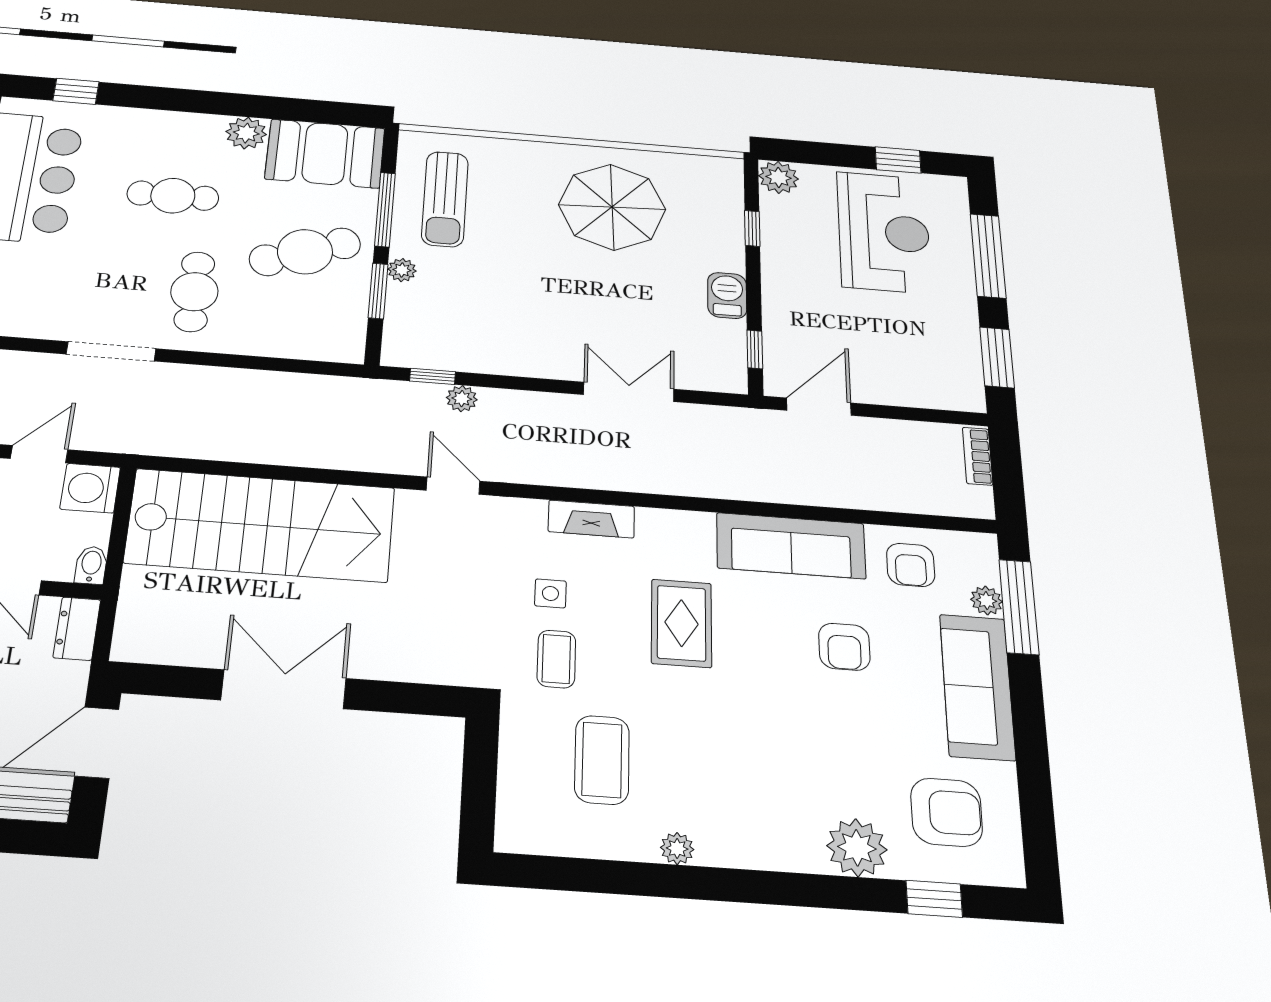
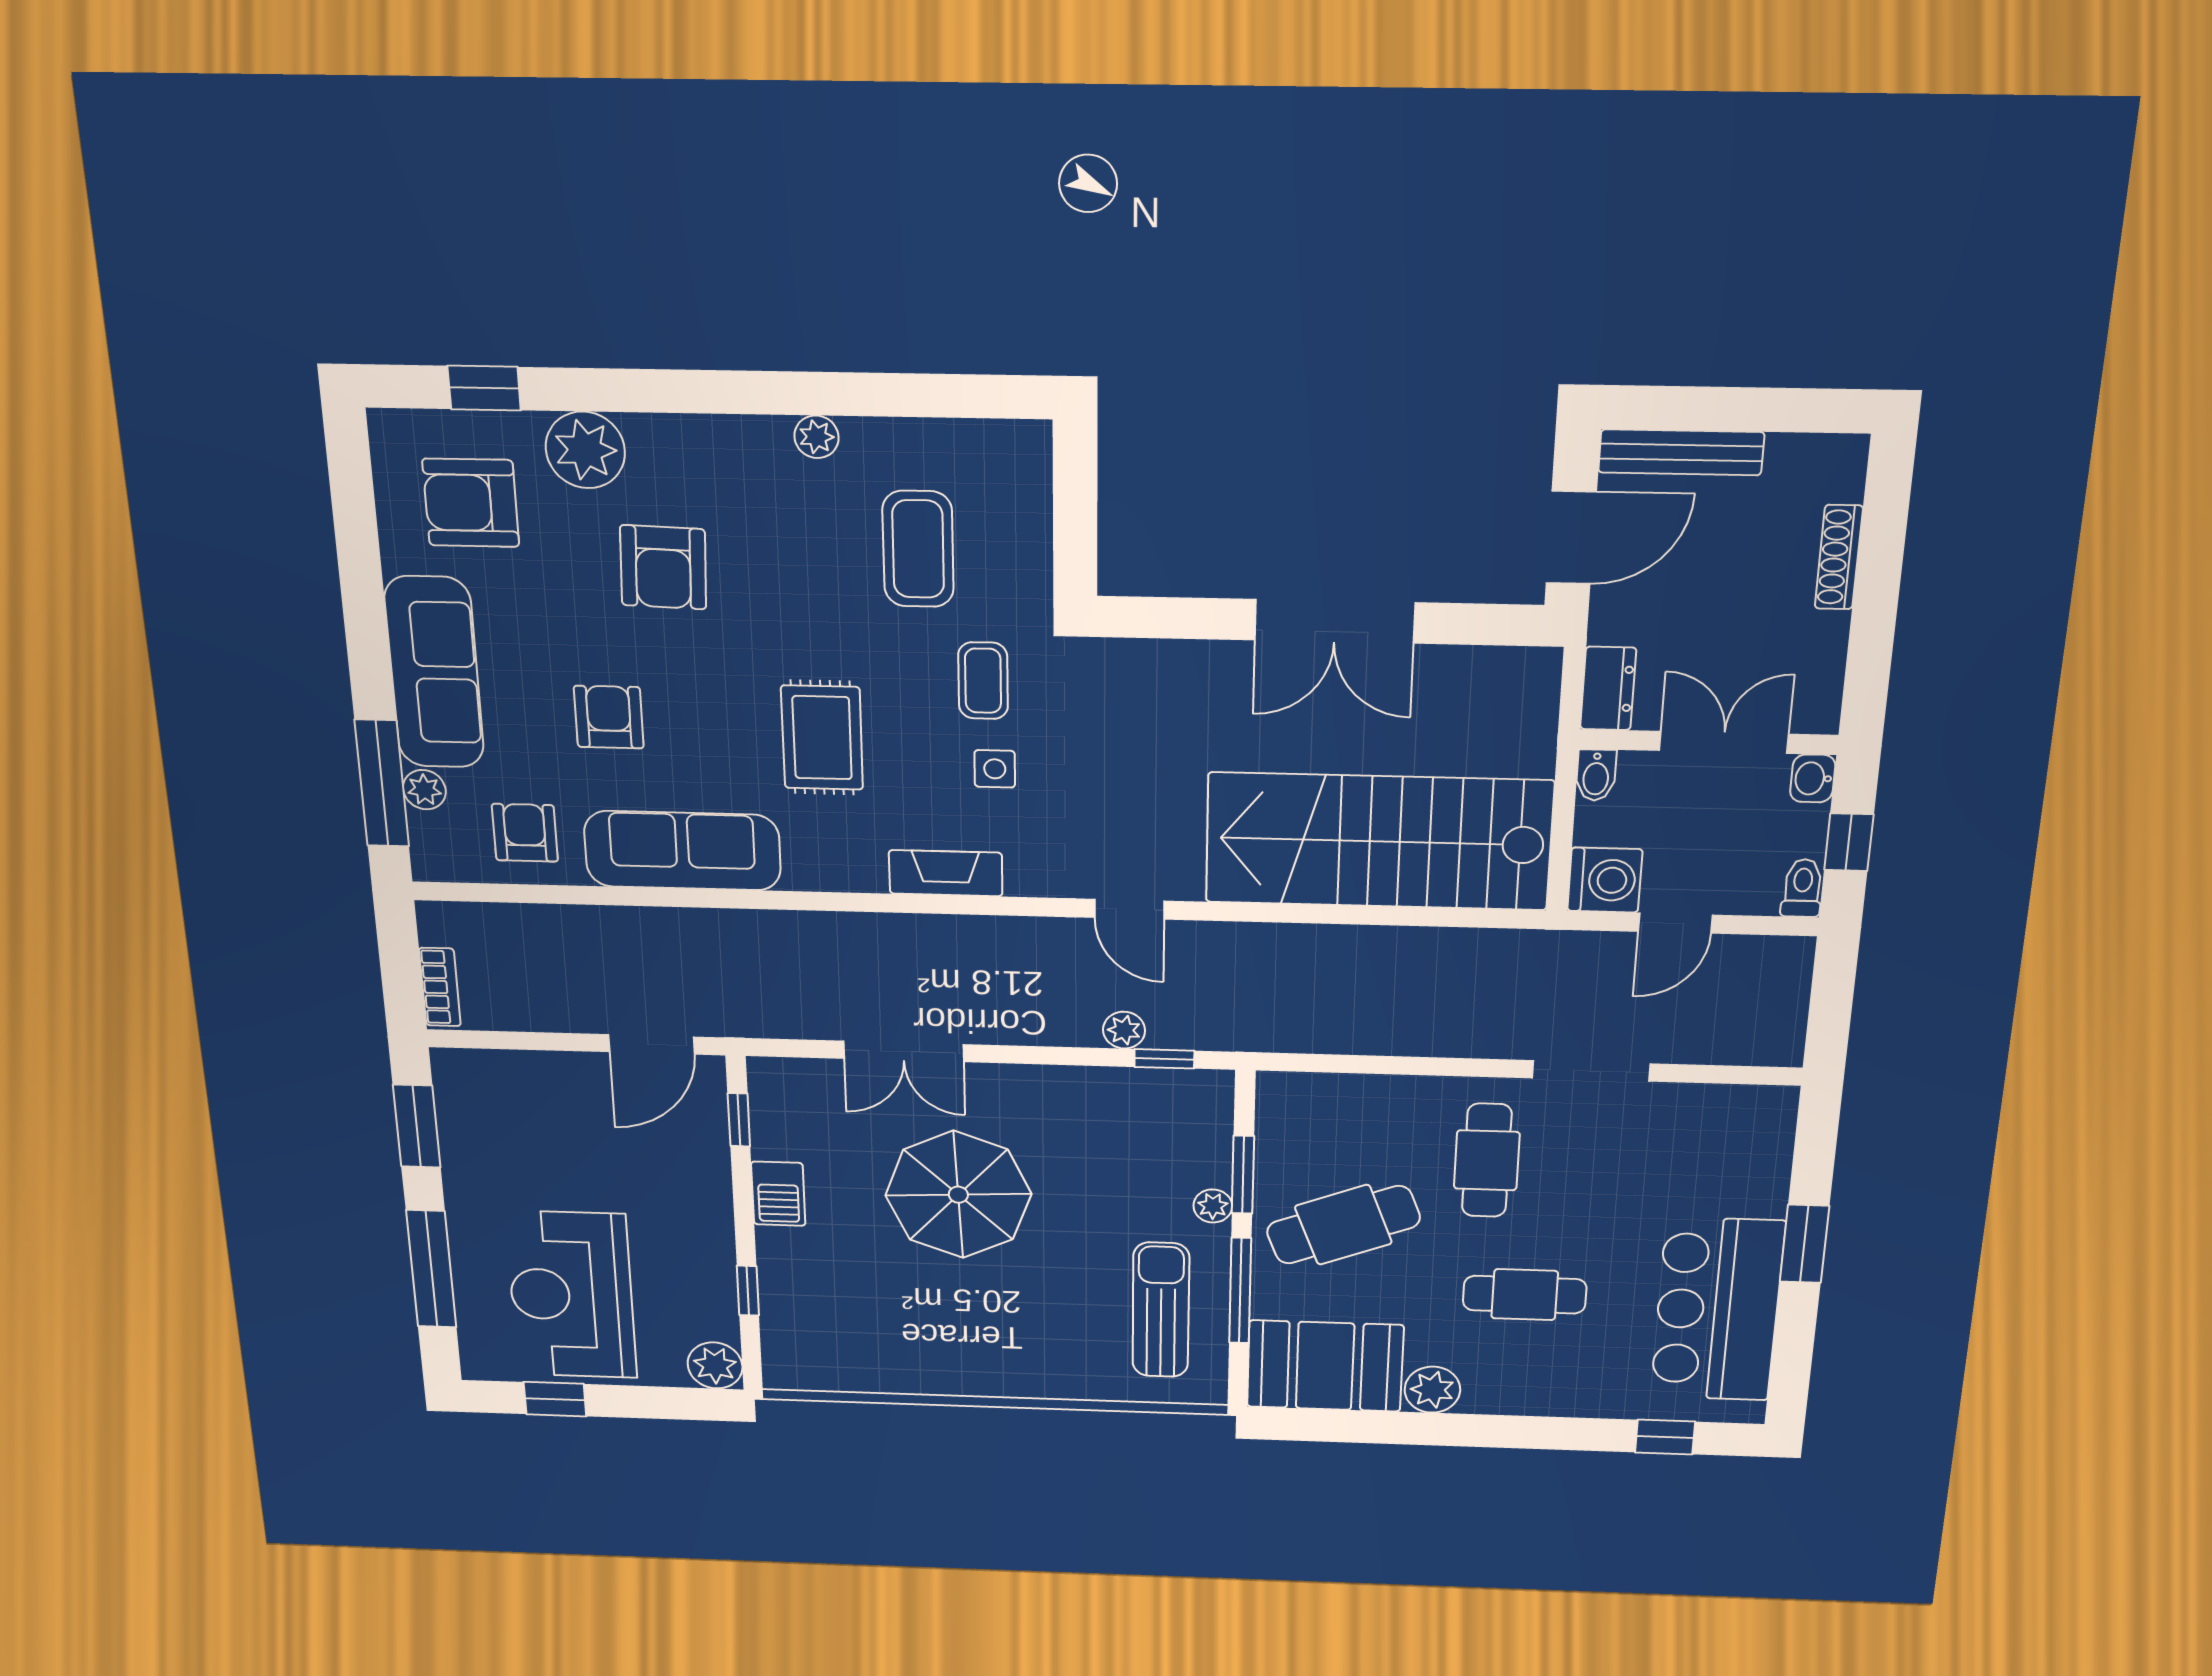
parasol: (612, 207) -> (958, 1195), moved
armchair: (799, 756) -> (663, 567), added

